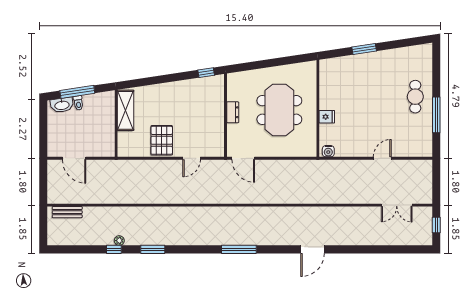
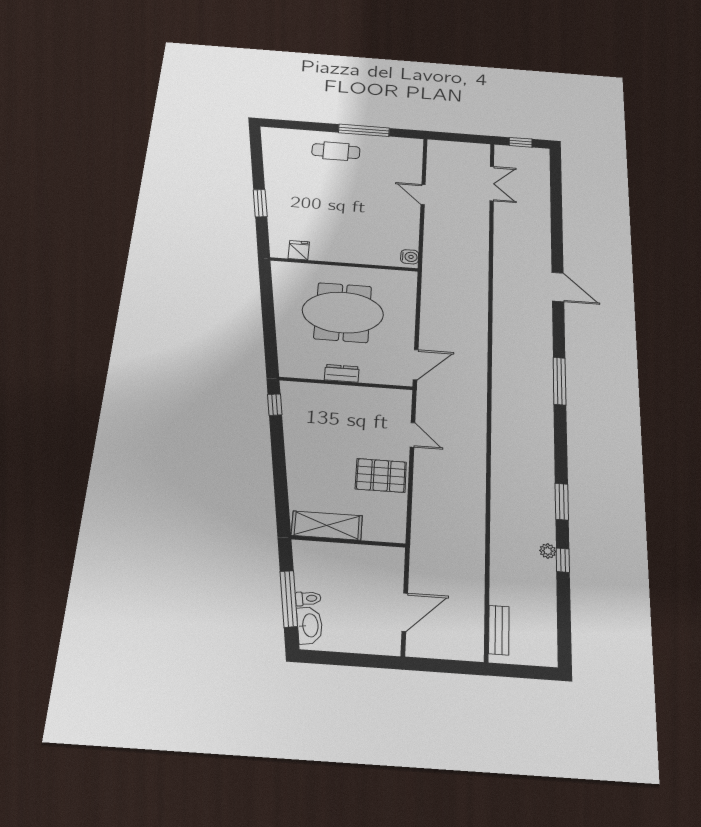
fridge: (327, 117) -> (299, 250), moved

